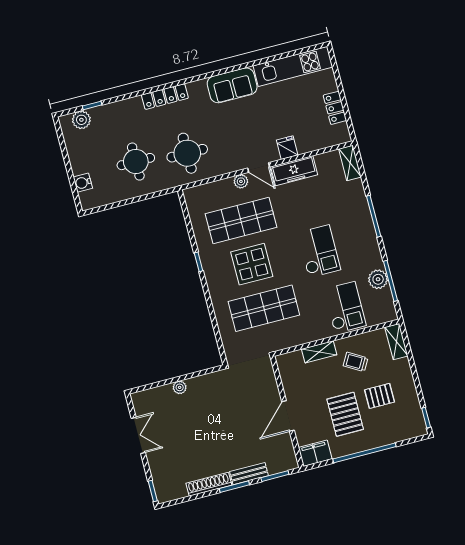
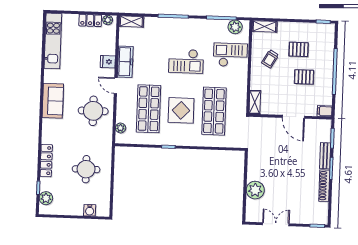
sofa: (232, 85) -> (53, 101), moved
locker: (165, 97) -> (46, 161), moved
plant: (342, 131) -> (108, 20), added
round table: (187, 153) -> (93, 111), moved
door: (259, 168) -> (116, 86), swing flipped
plant: (241, 181) -> (121, 128), moved
checkout: (319, 251) -> (186, 61), turned 180
plant: (378, 279) -> (235, 27), moved
shelving: (319, 352) -> (255, 102), moved
plant: (180, 387) -> (255, 190), width x1.88, depth x1.88
pallet: (380, 396) -> (299, 49), turned 90
pallet: (345, 414) -> (304, 77), width x0.67, depth x0.71
filing cabinet: (315, 453) -> (325, 111), width x0.50

